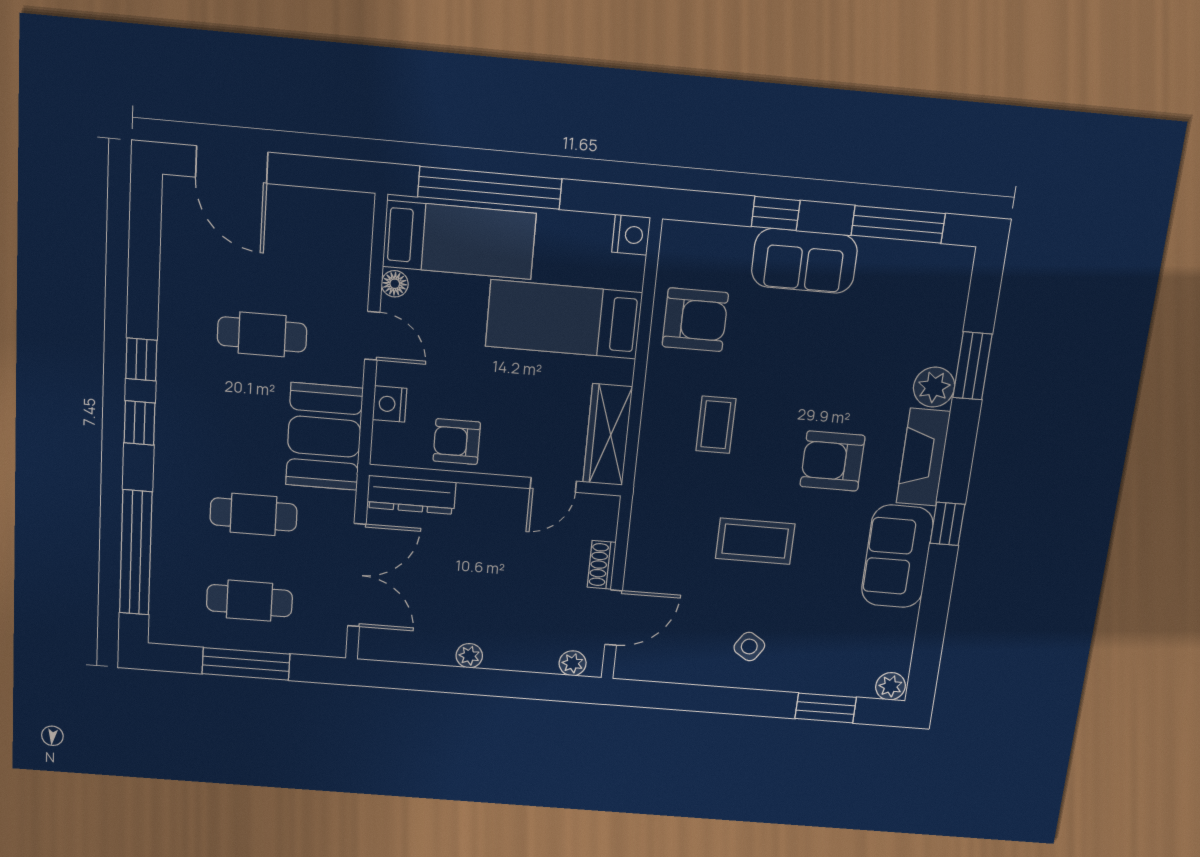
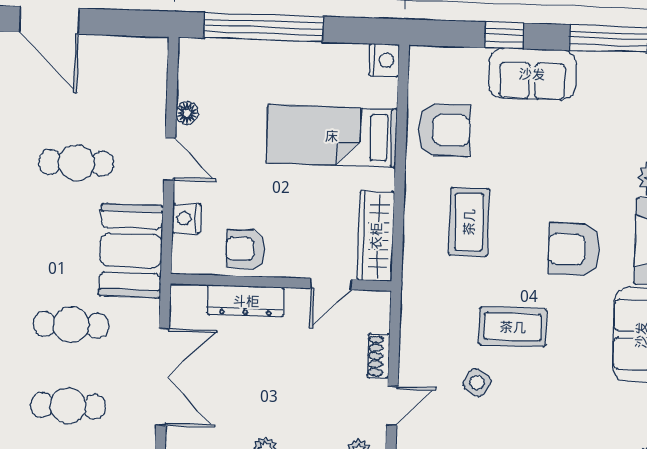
bed: (459, 240) -> (240, 73), removed
coffee table: (716, 425) -> (469, 222), width x1.36, depth x1.30
dresser: (411, 495) -> (246, 301), moved
door: (614, 618) -> (392, 406), width x0.73
side table: (749, 647) -> (477, 383), moved

